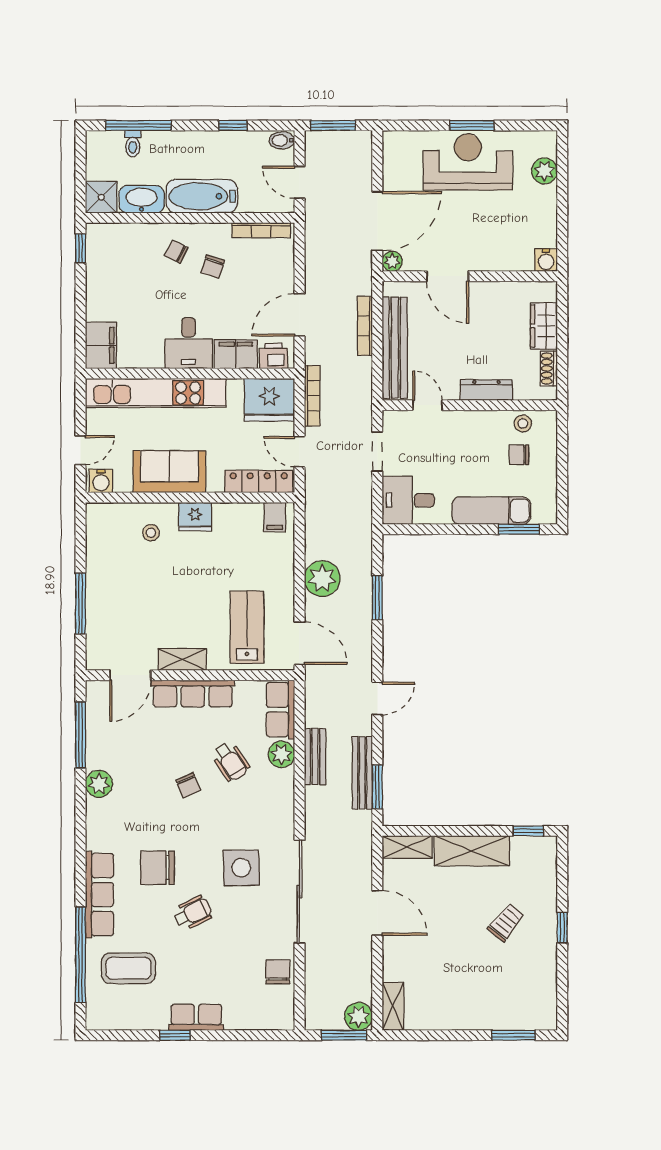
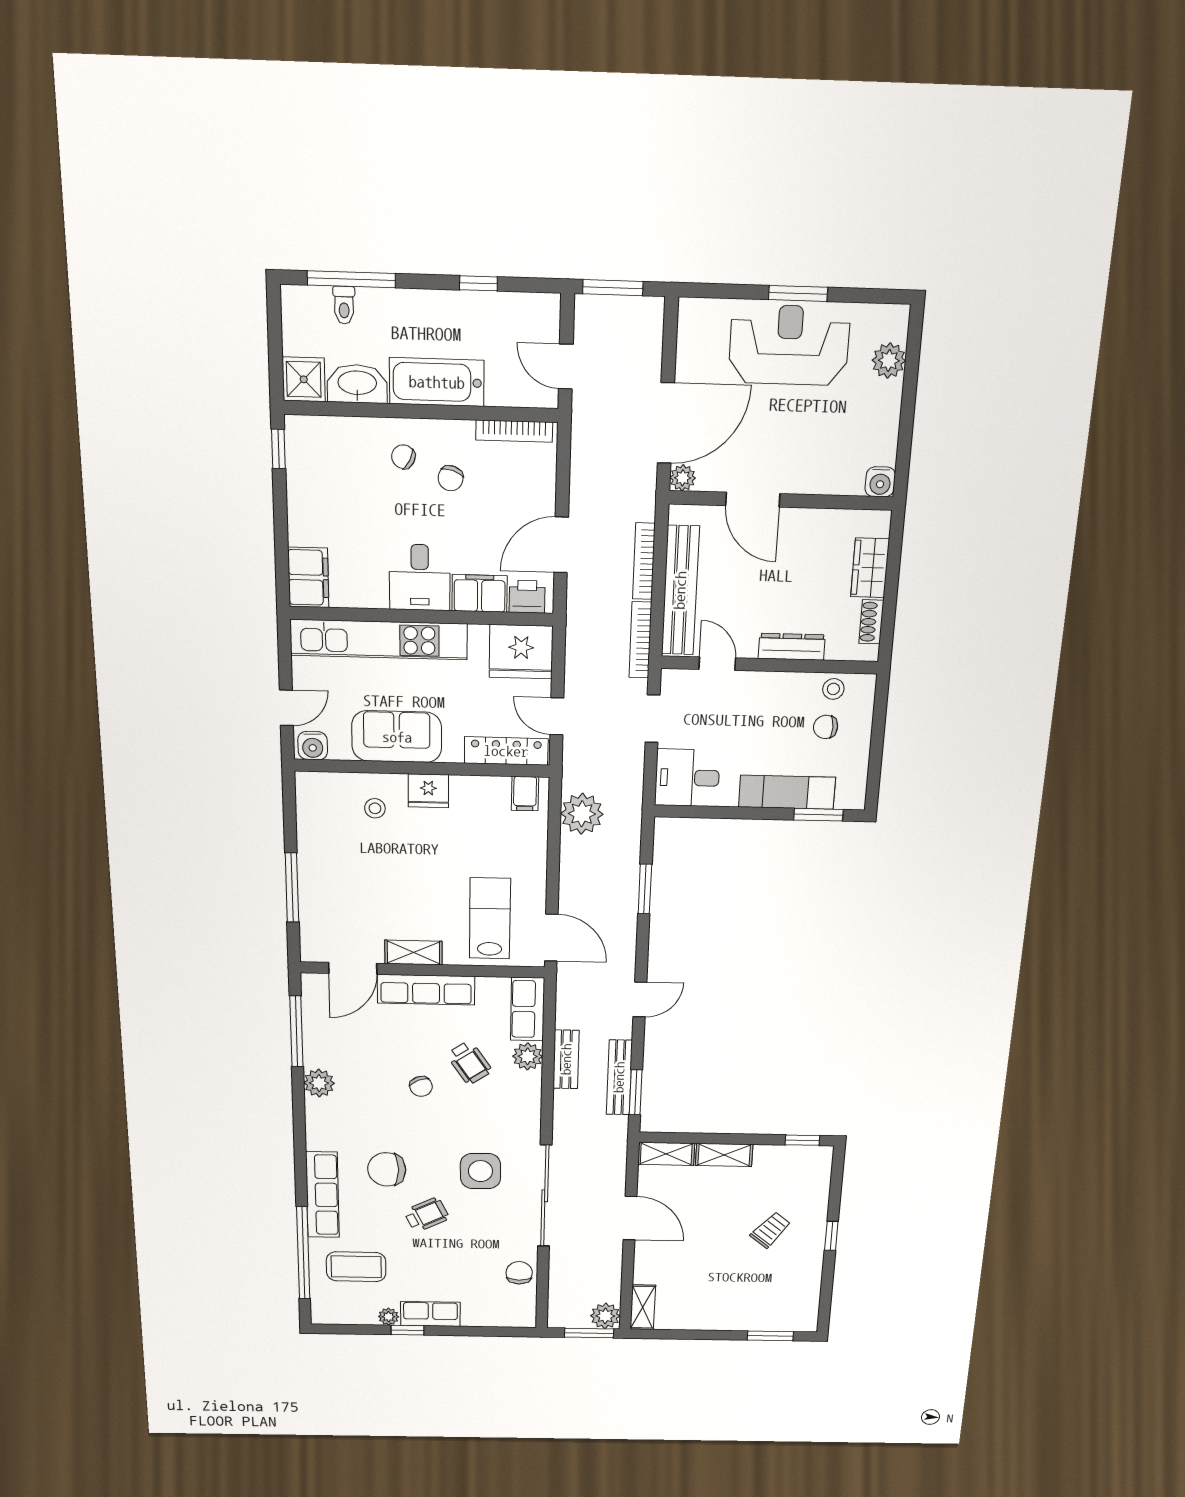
bidet: (282, 140) -> (544, 307), removed
bookcase: (312, 396) -> (640, 640), moved, turned 180
plant: (322, 579) -> (582, 814), moved
shelving: (472, 851) -> (724, 1155), width x0.67, depth x0.75
plant: (158, 1021) -> (389, 1317), added

